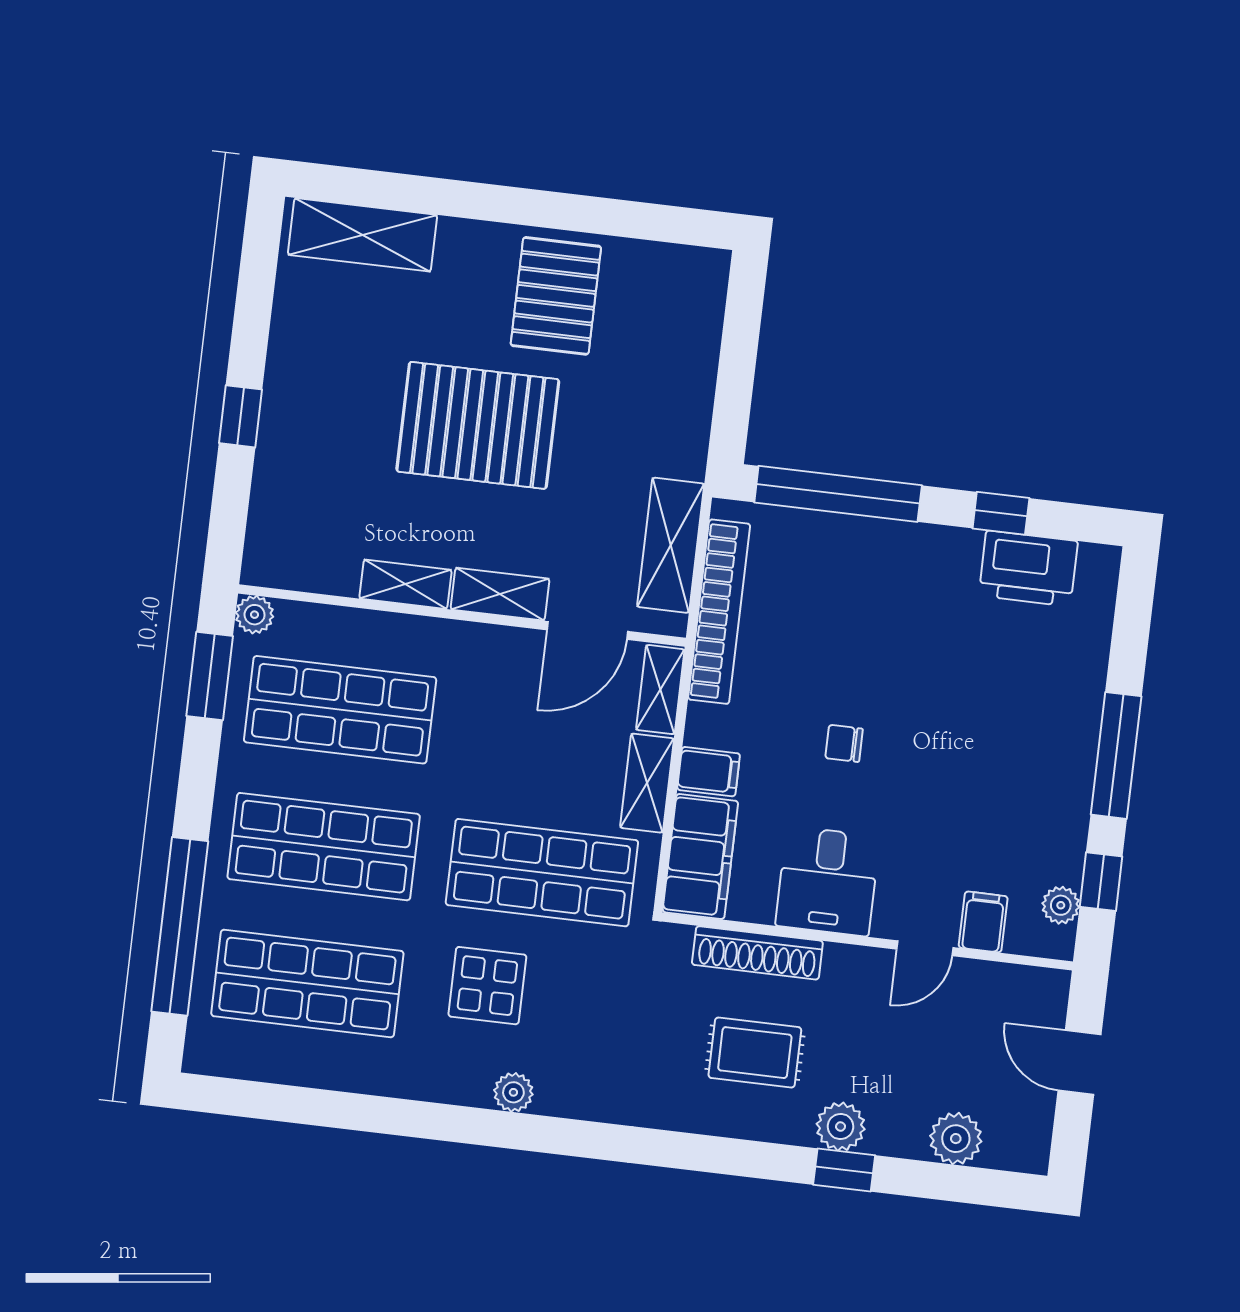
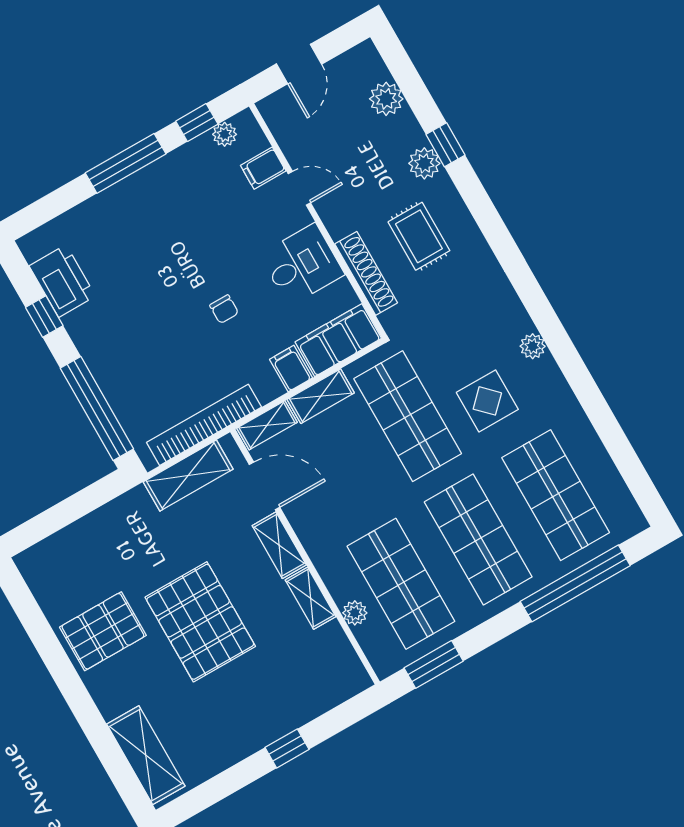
plant: (255, 615) -> (355, 613), moved

